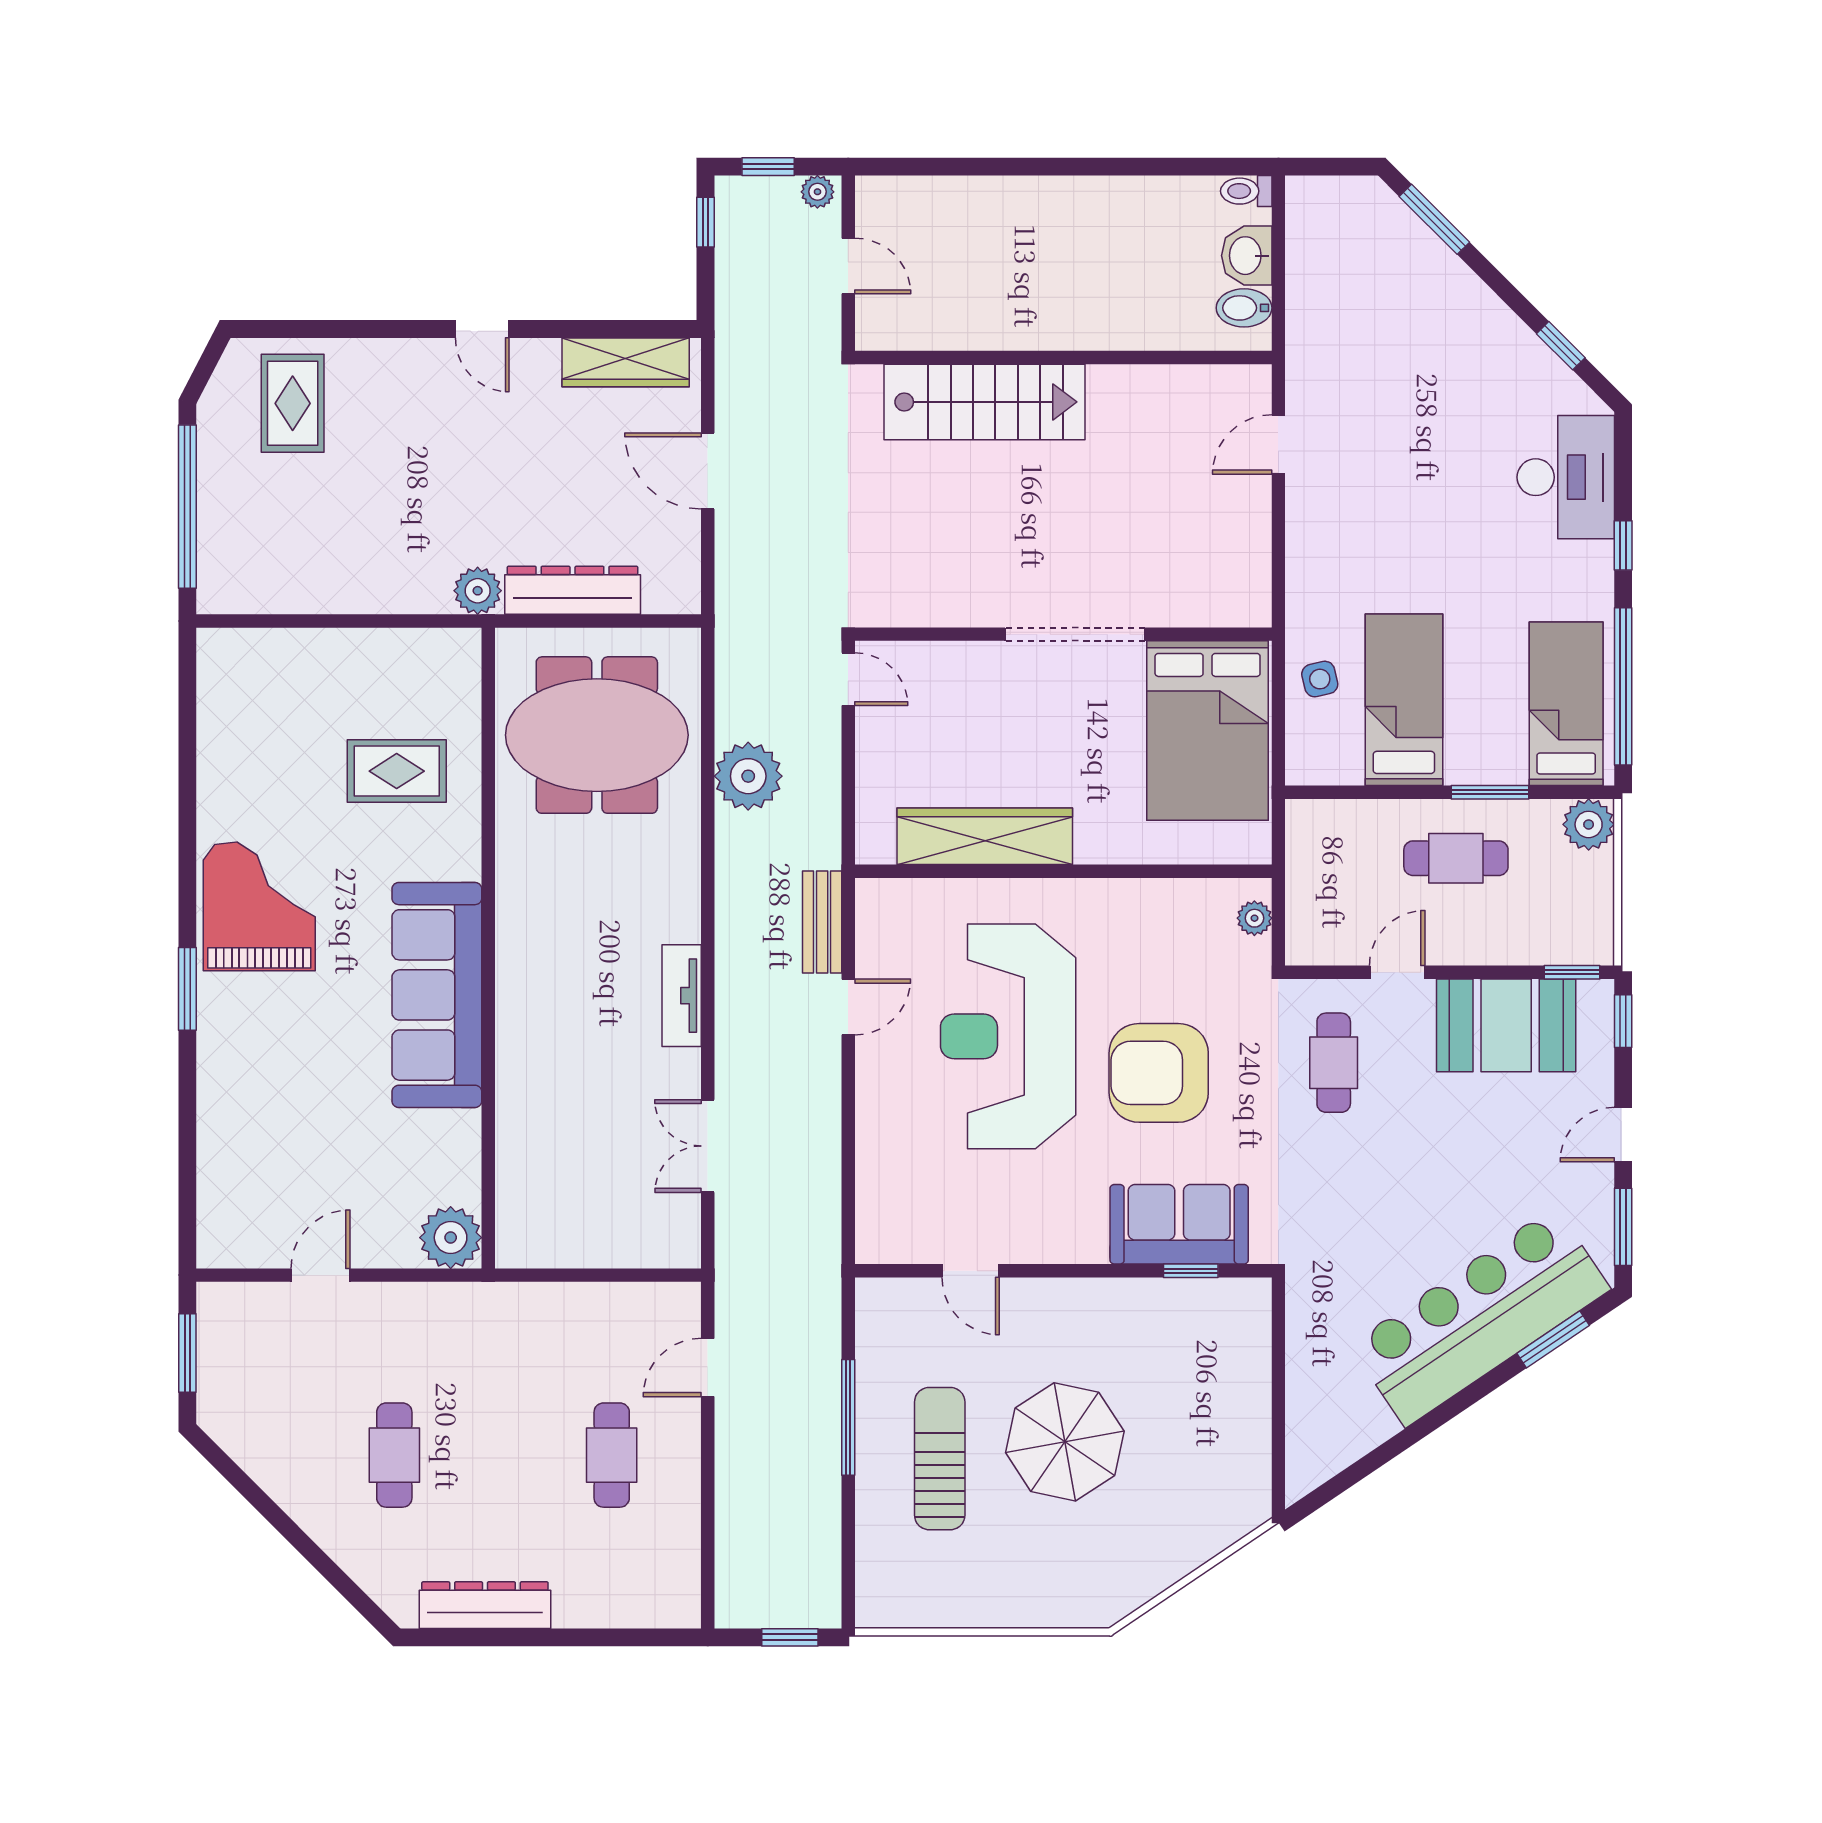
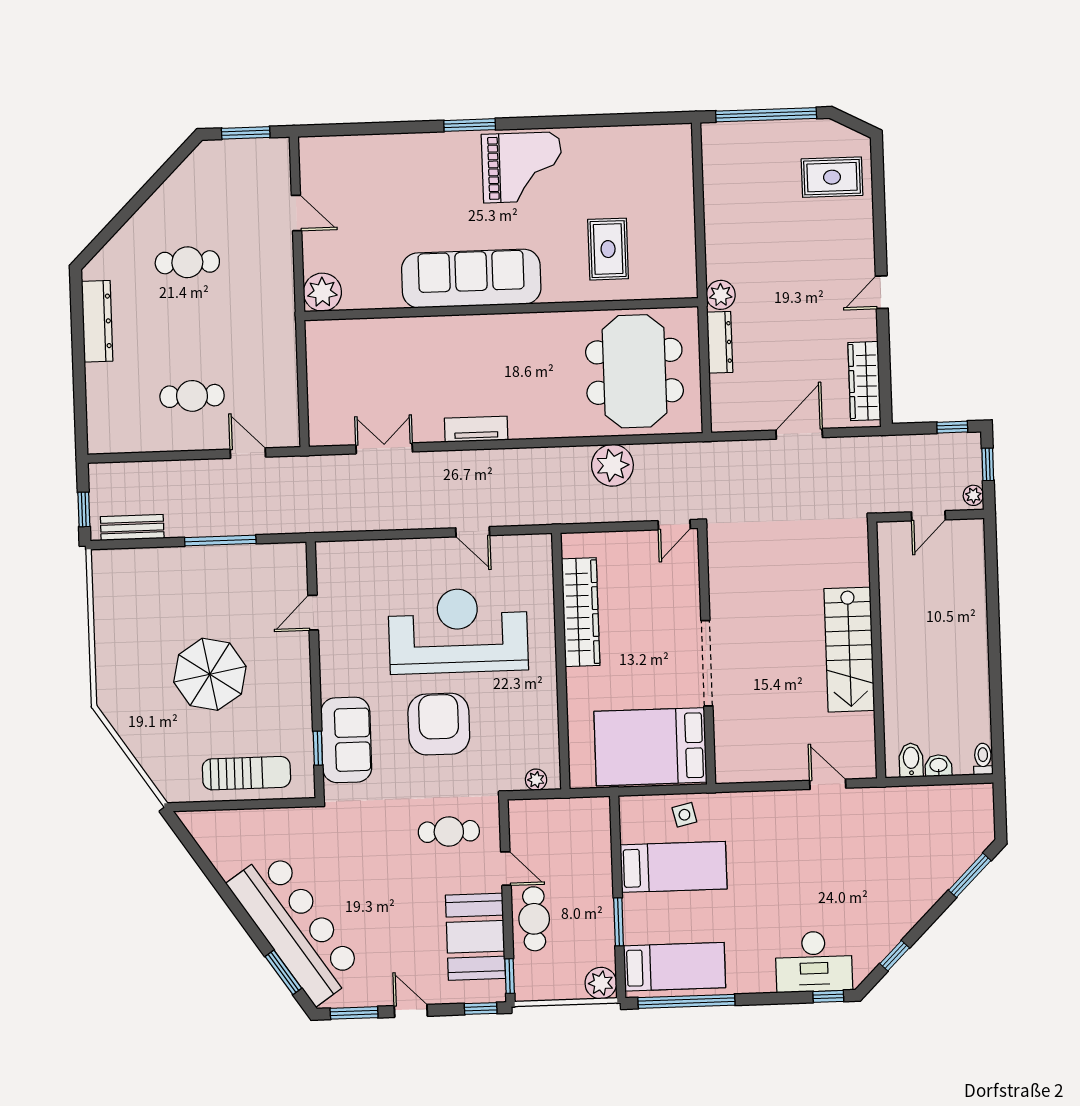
washbasin: (1247, 256) -> (938, 766), width x0.72, depth x0.69
stairs: (985, 402) -> (849, 650), moved
window: (1623, 545) -> (828, 996), moved
dresser: (573, 590) -> (720, 342), width x0.73, depth x0.80
cafe table: (1456, 858) -> (534, 919), moved
bench: (822, 922) -> (132, 528), moved
sun lounger: (940, 1459) -> (246, 773), moved

